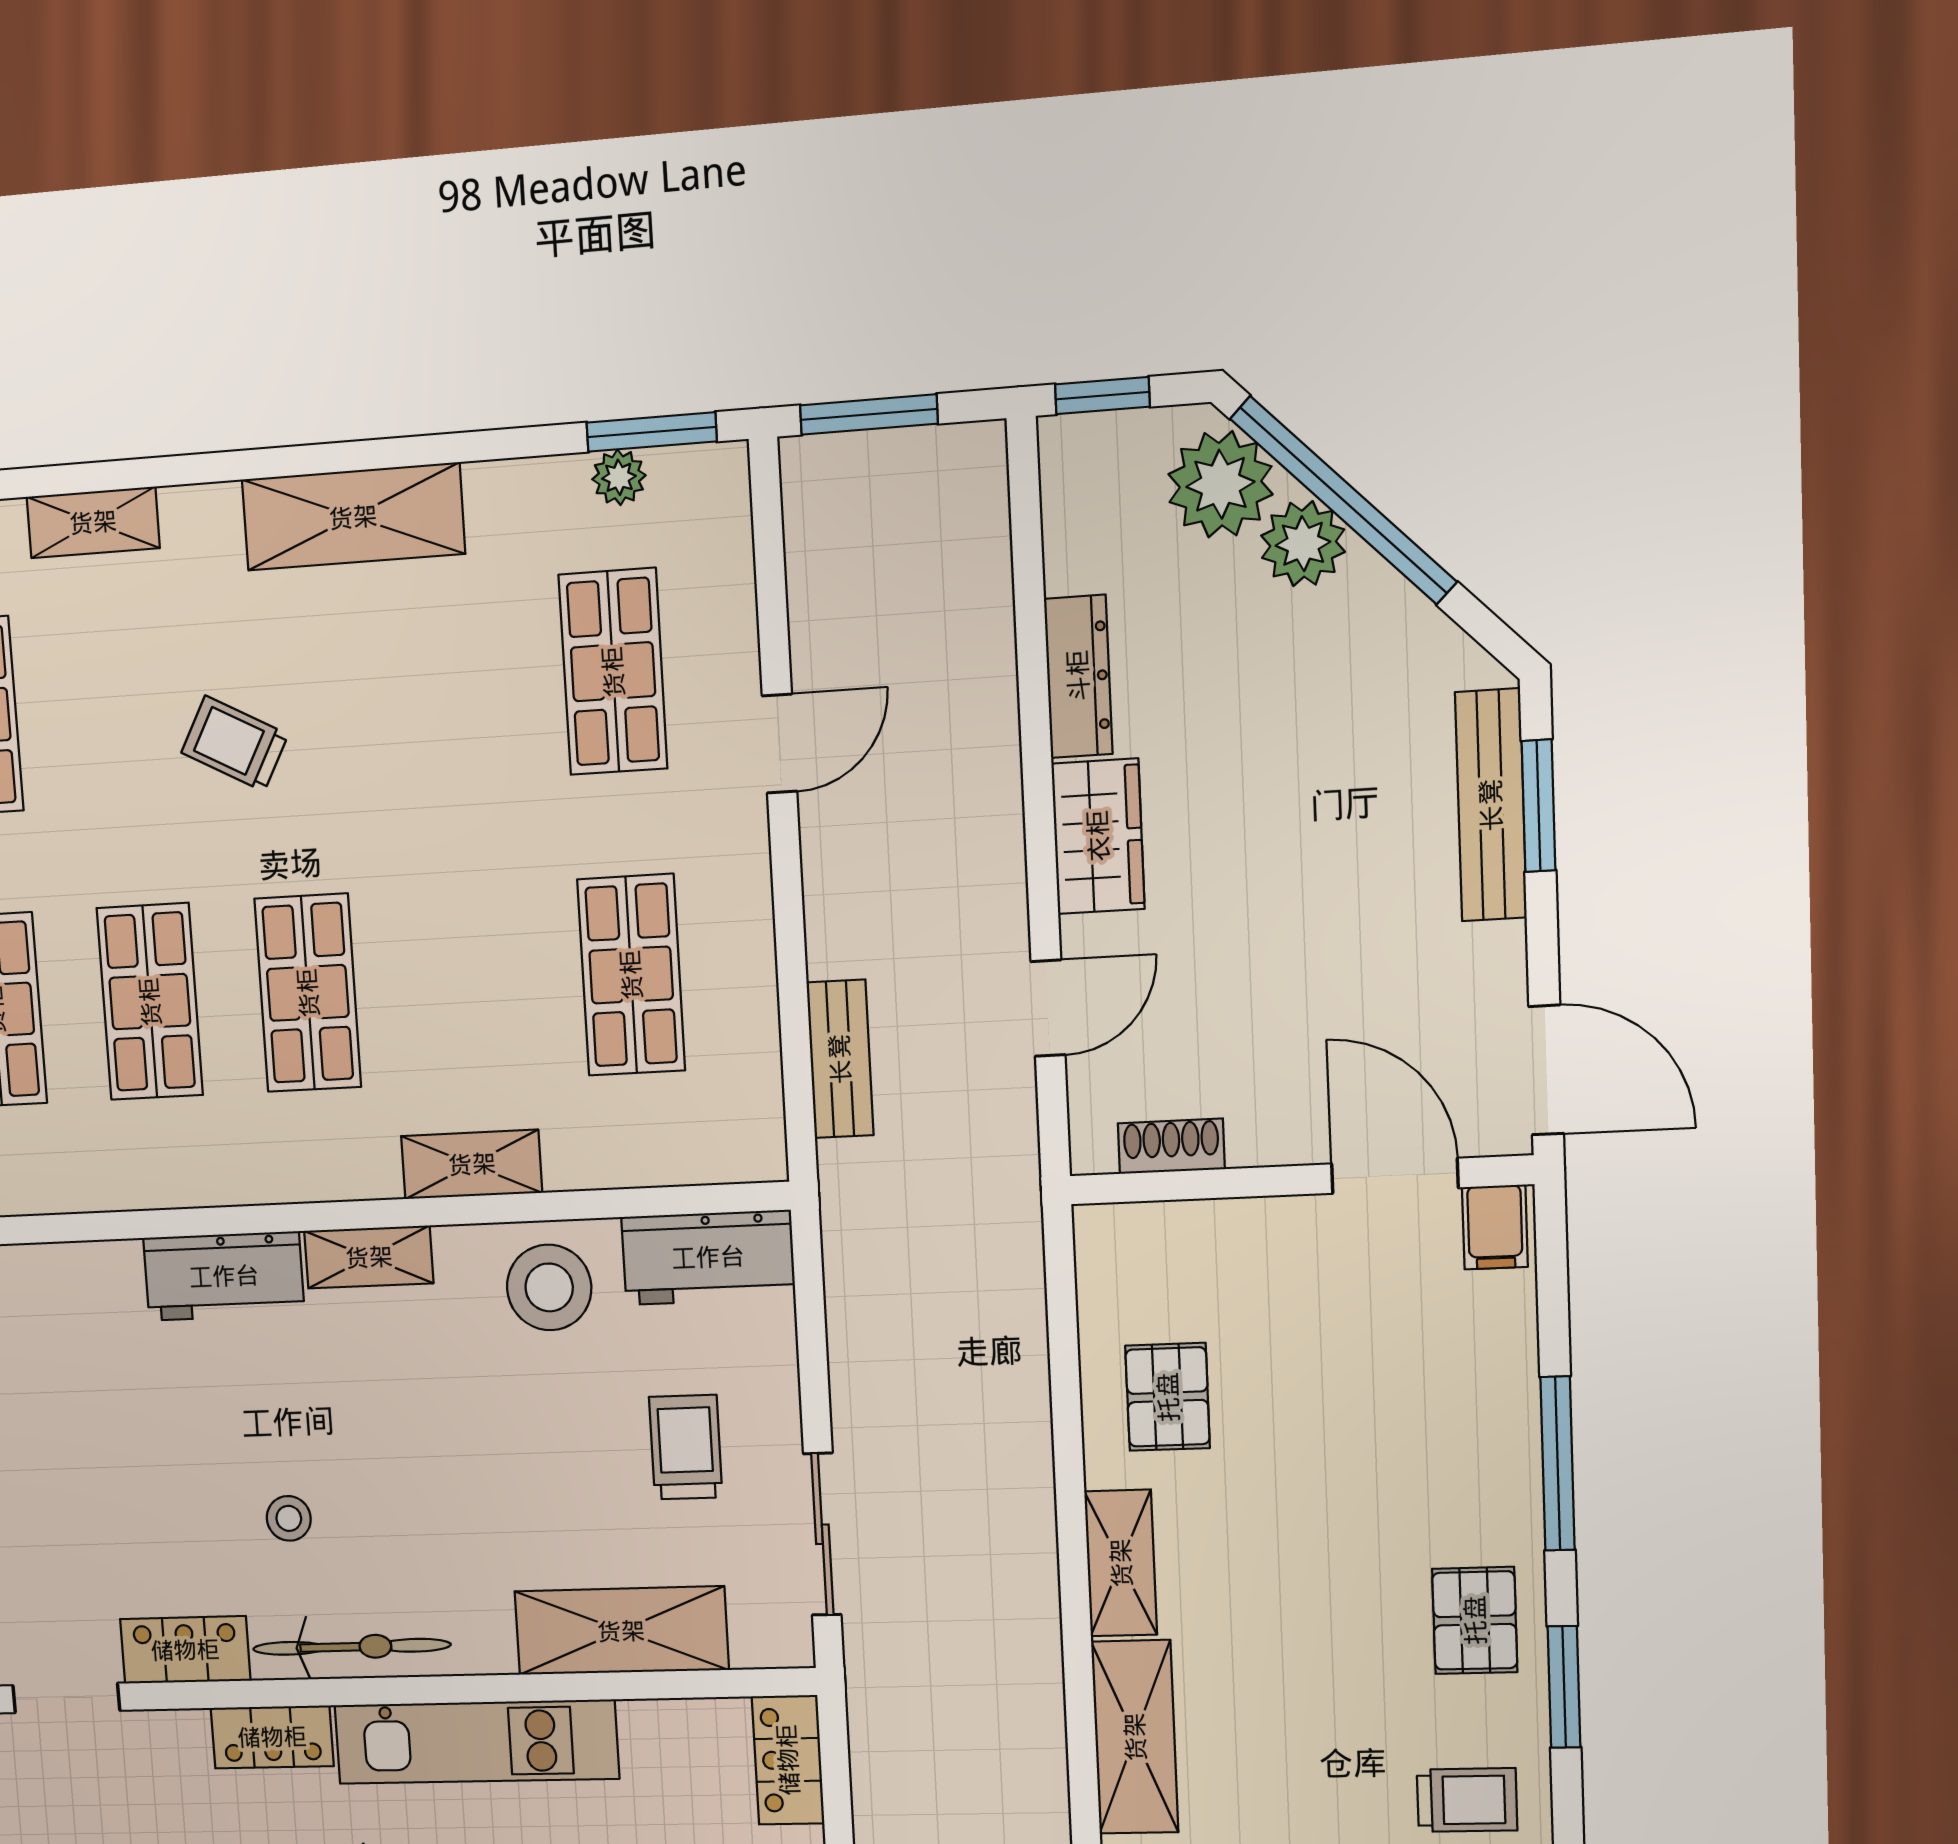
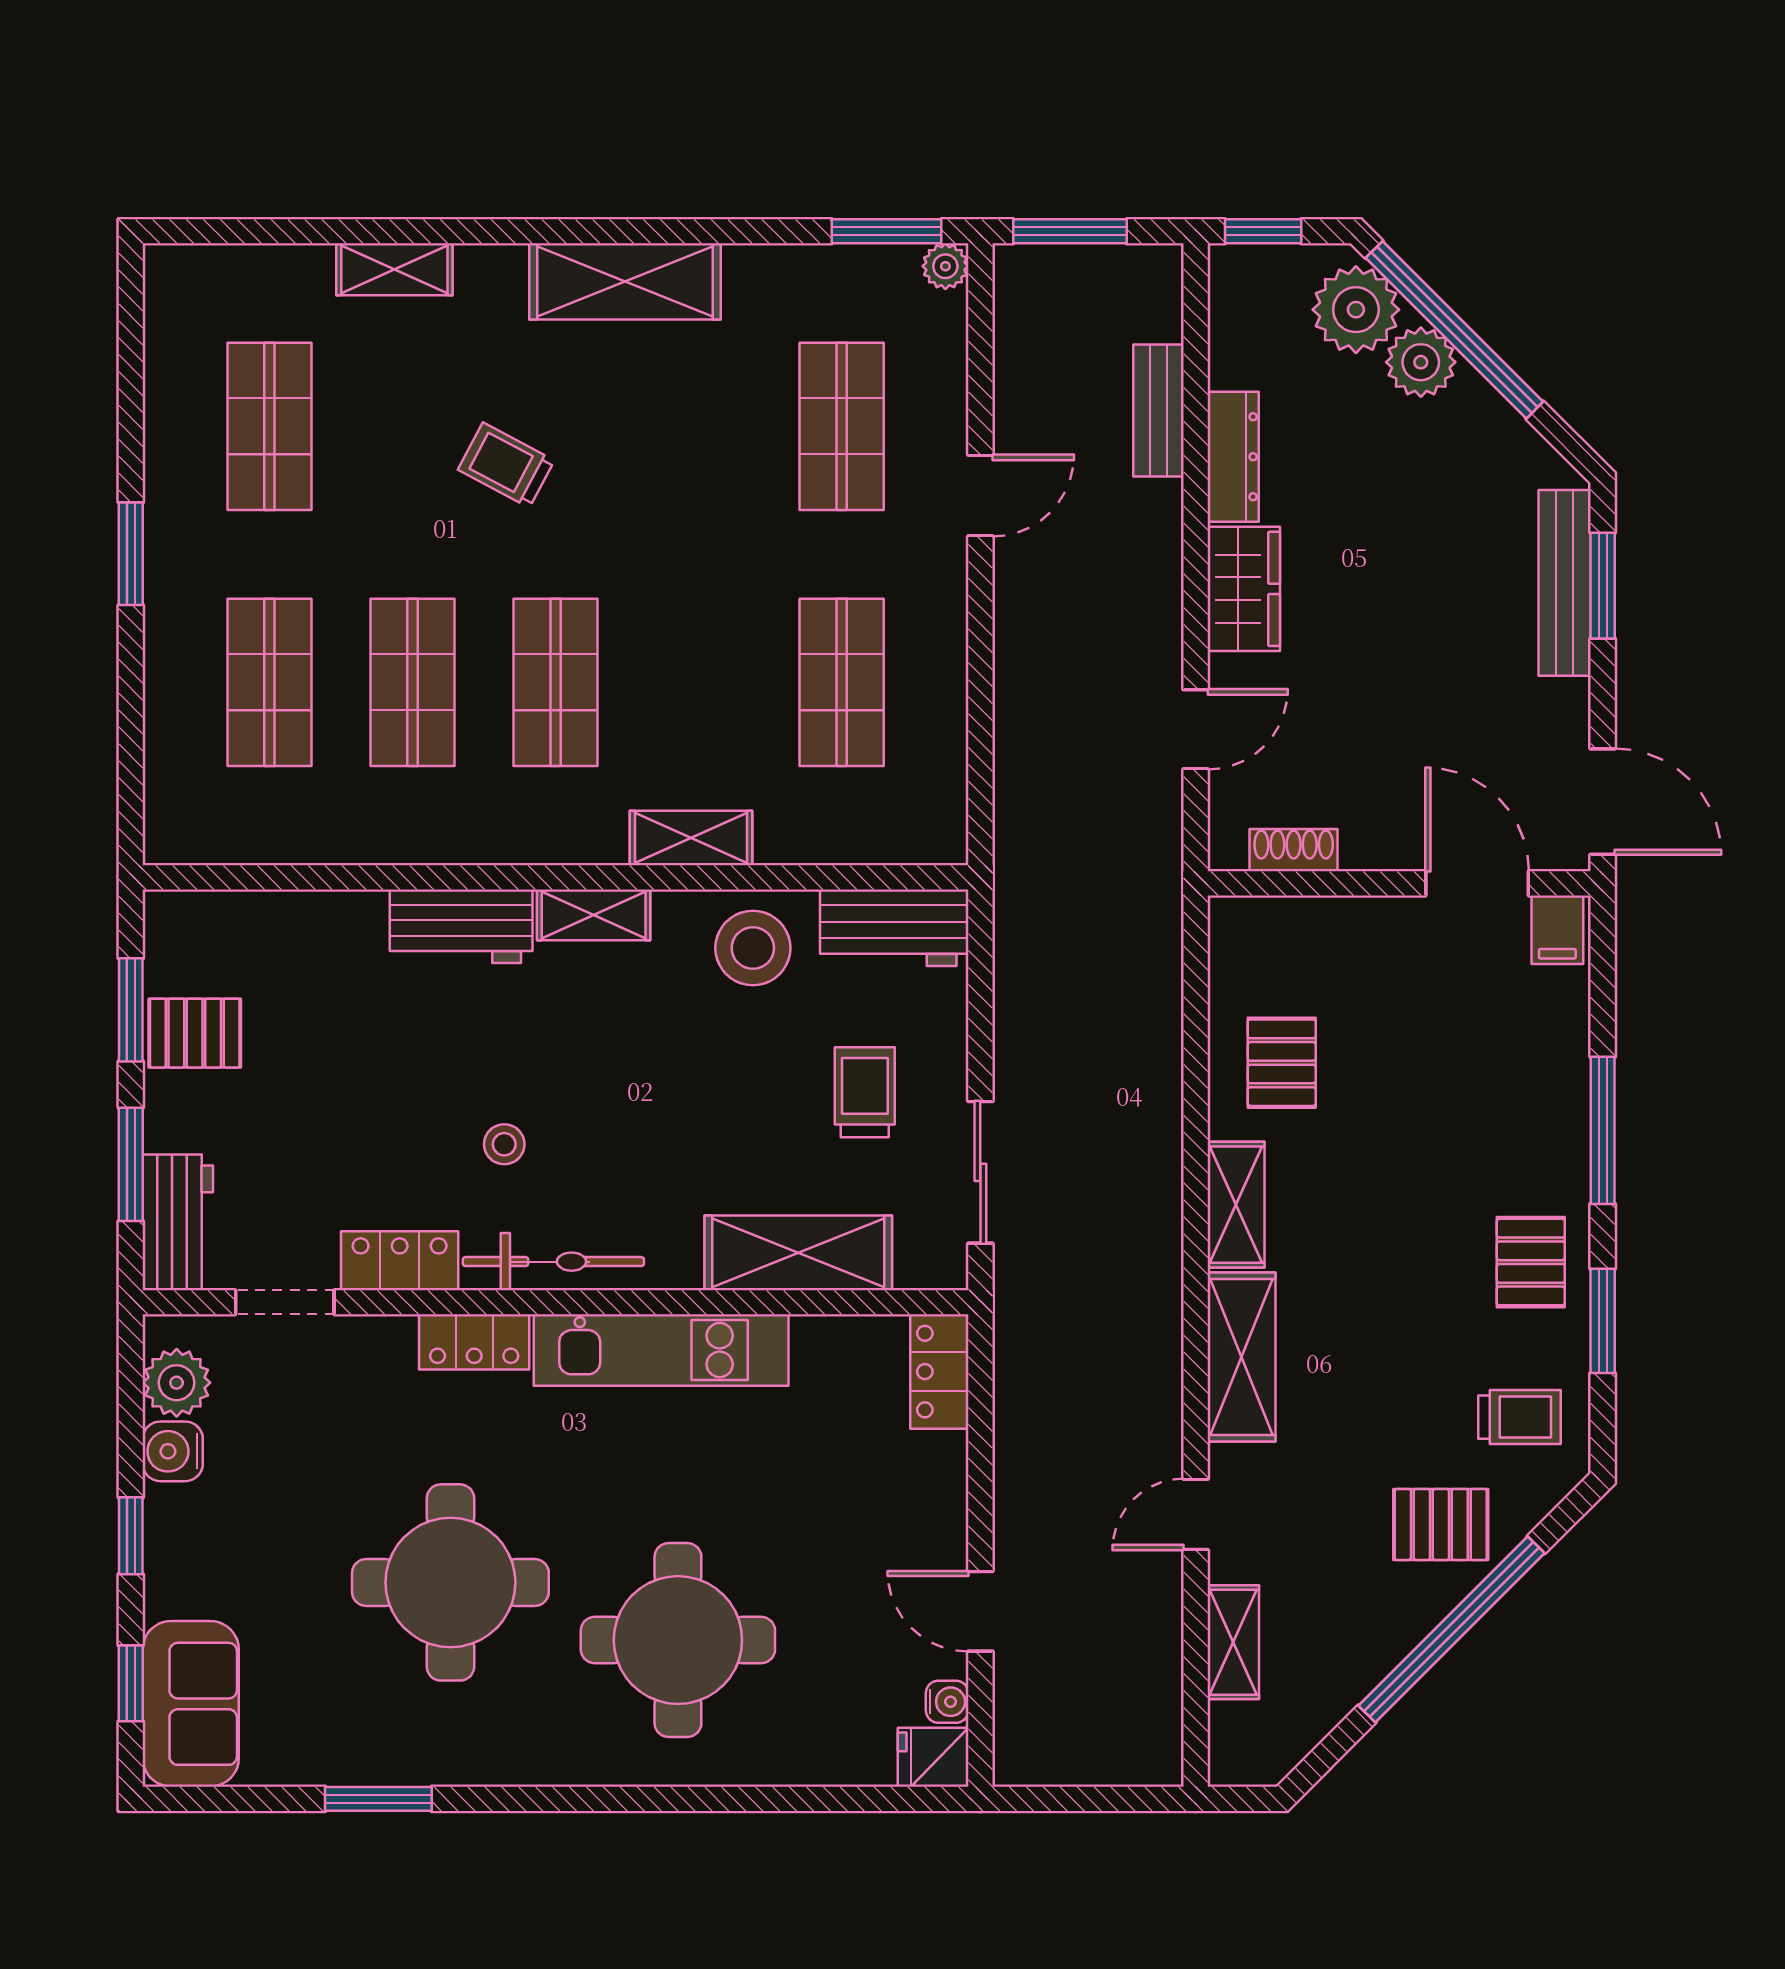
plant: (619, 477) -> (945, 266), moved
bench: (840, 1059) -> (1158, 411), moved

